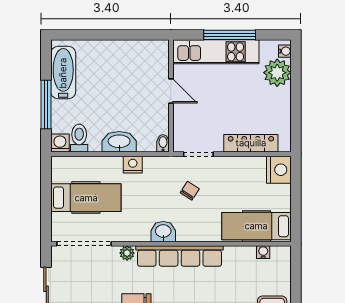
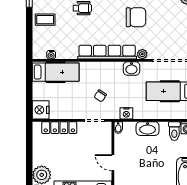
nightstand: (133, 165) -> (126, 113), moved
washbasin: (163, 232) -> (131, 68), moved

